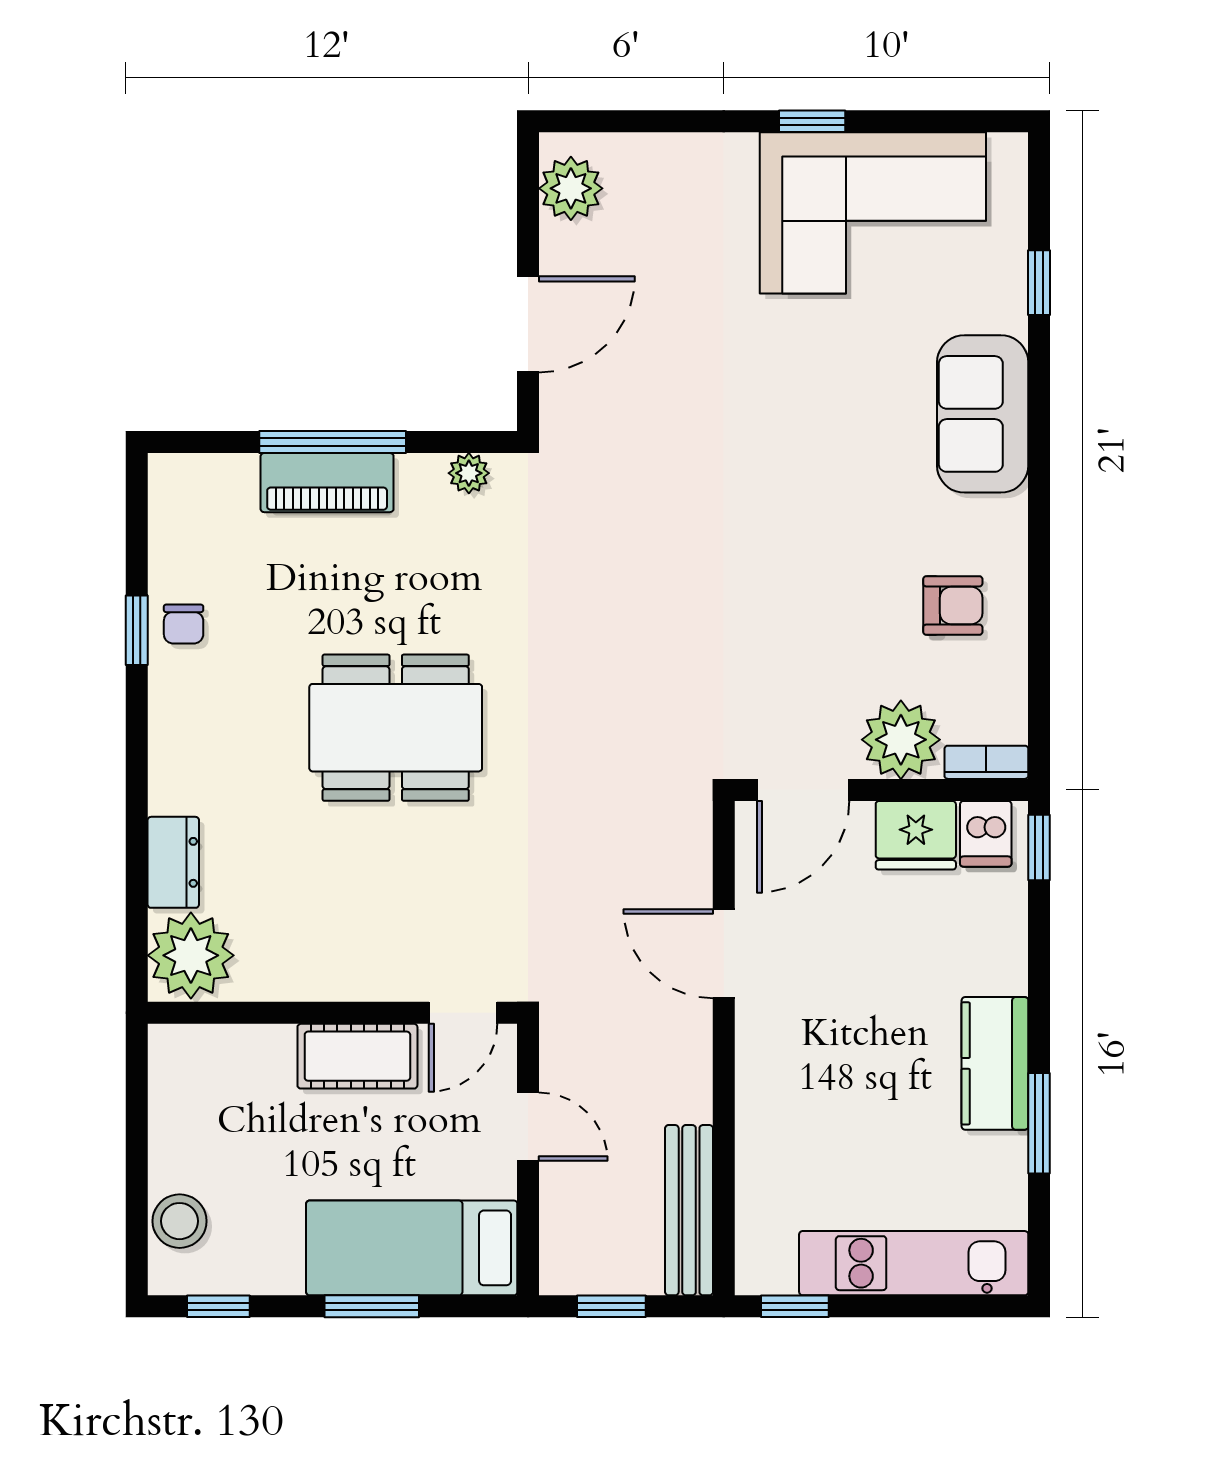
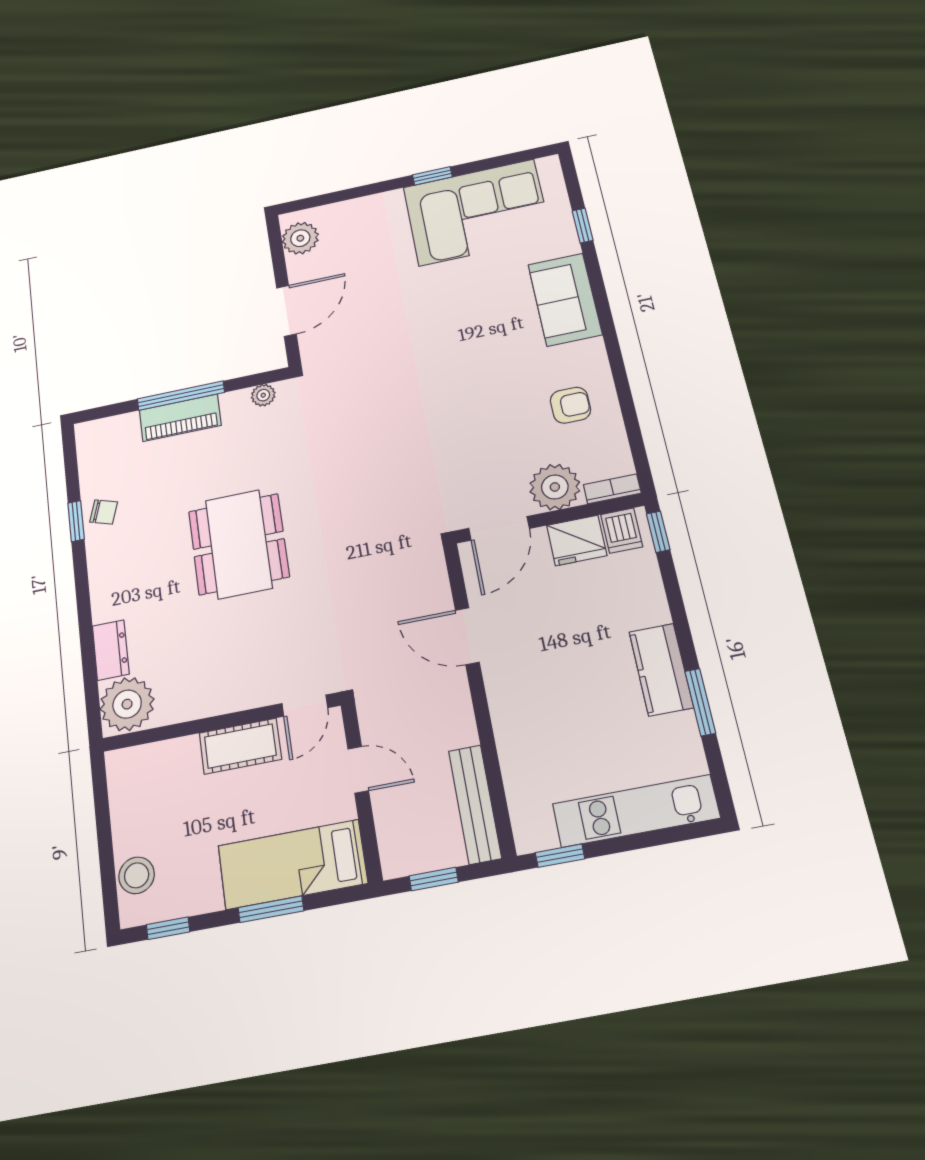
chair: (184, 624) -> (104, 512), turned -72
dining table: (396, 728) -> (239, 544), turned 90

